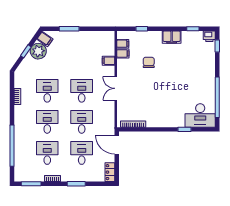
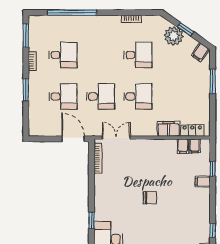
filing cabinet: (172, 37) -> (203, 182), moved, width x0.50
plant: (38, 51) -> (174, 36), moved
filing cabinet: (109, 61) -> (169, 129), width x2.00
chair: (149, 62) -> (150, 198), moved
double door: (116, 88) -> (116, 138), moved
desk: (47, 122) -> (101, 55), removed
door: (117, 145) -> (73, 139), hinge flipped
locker: (110, 172) -> (192, 130), moved

